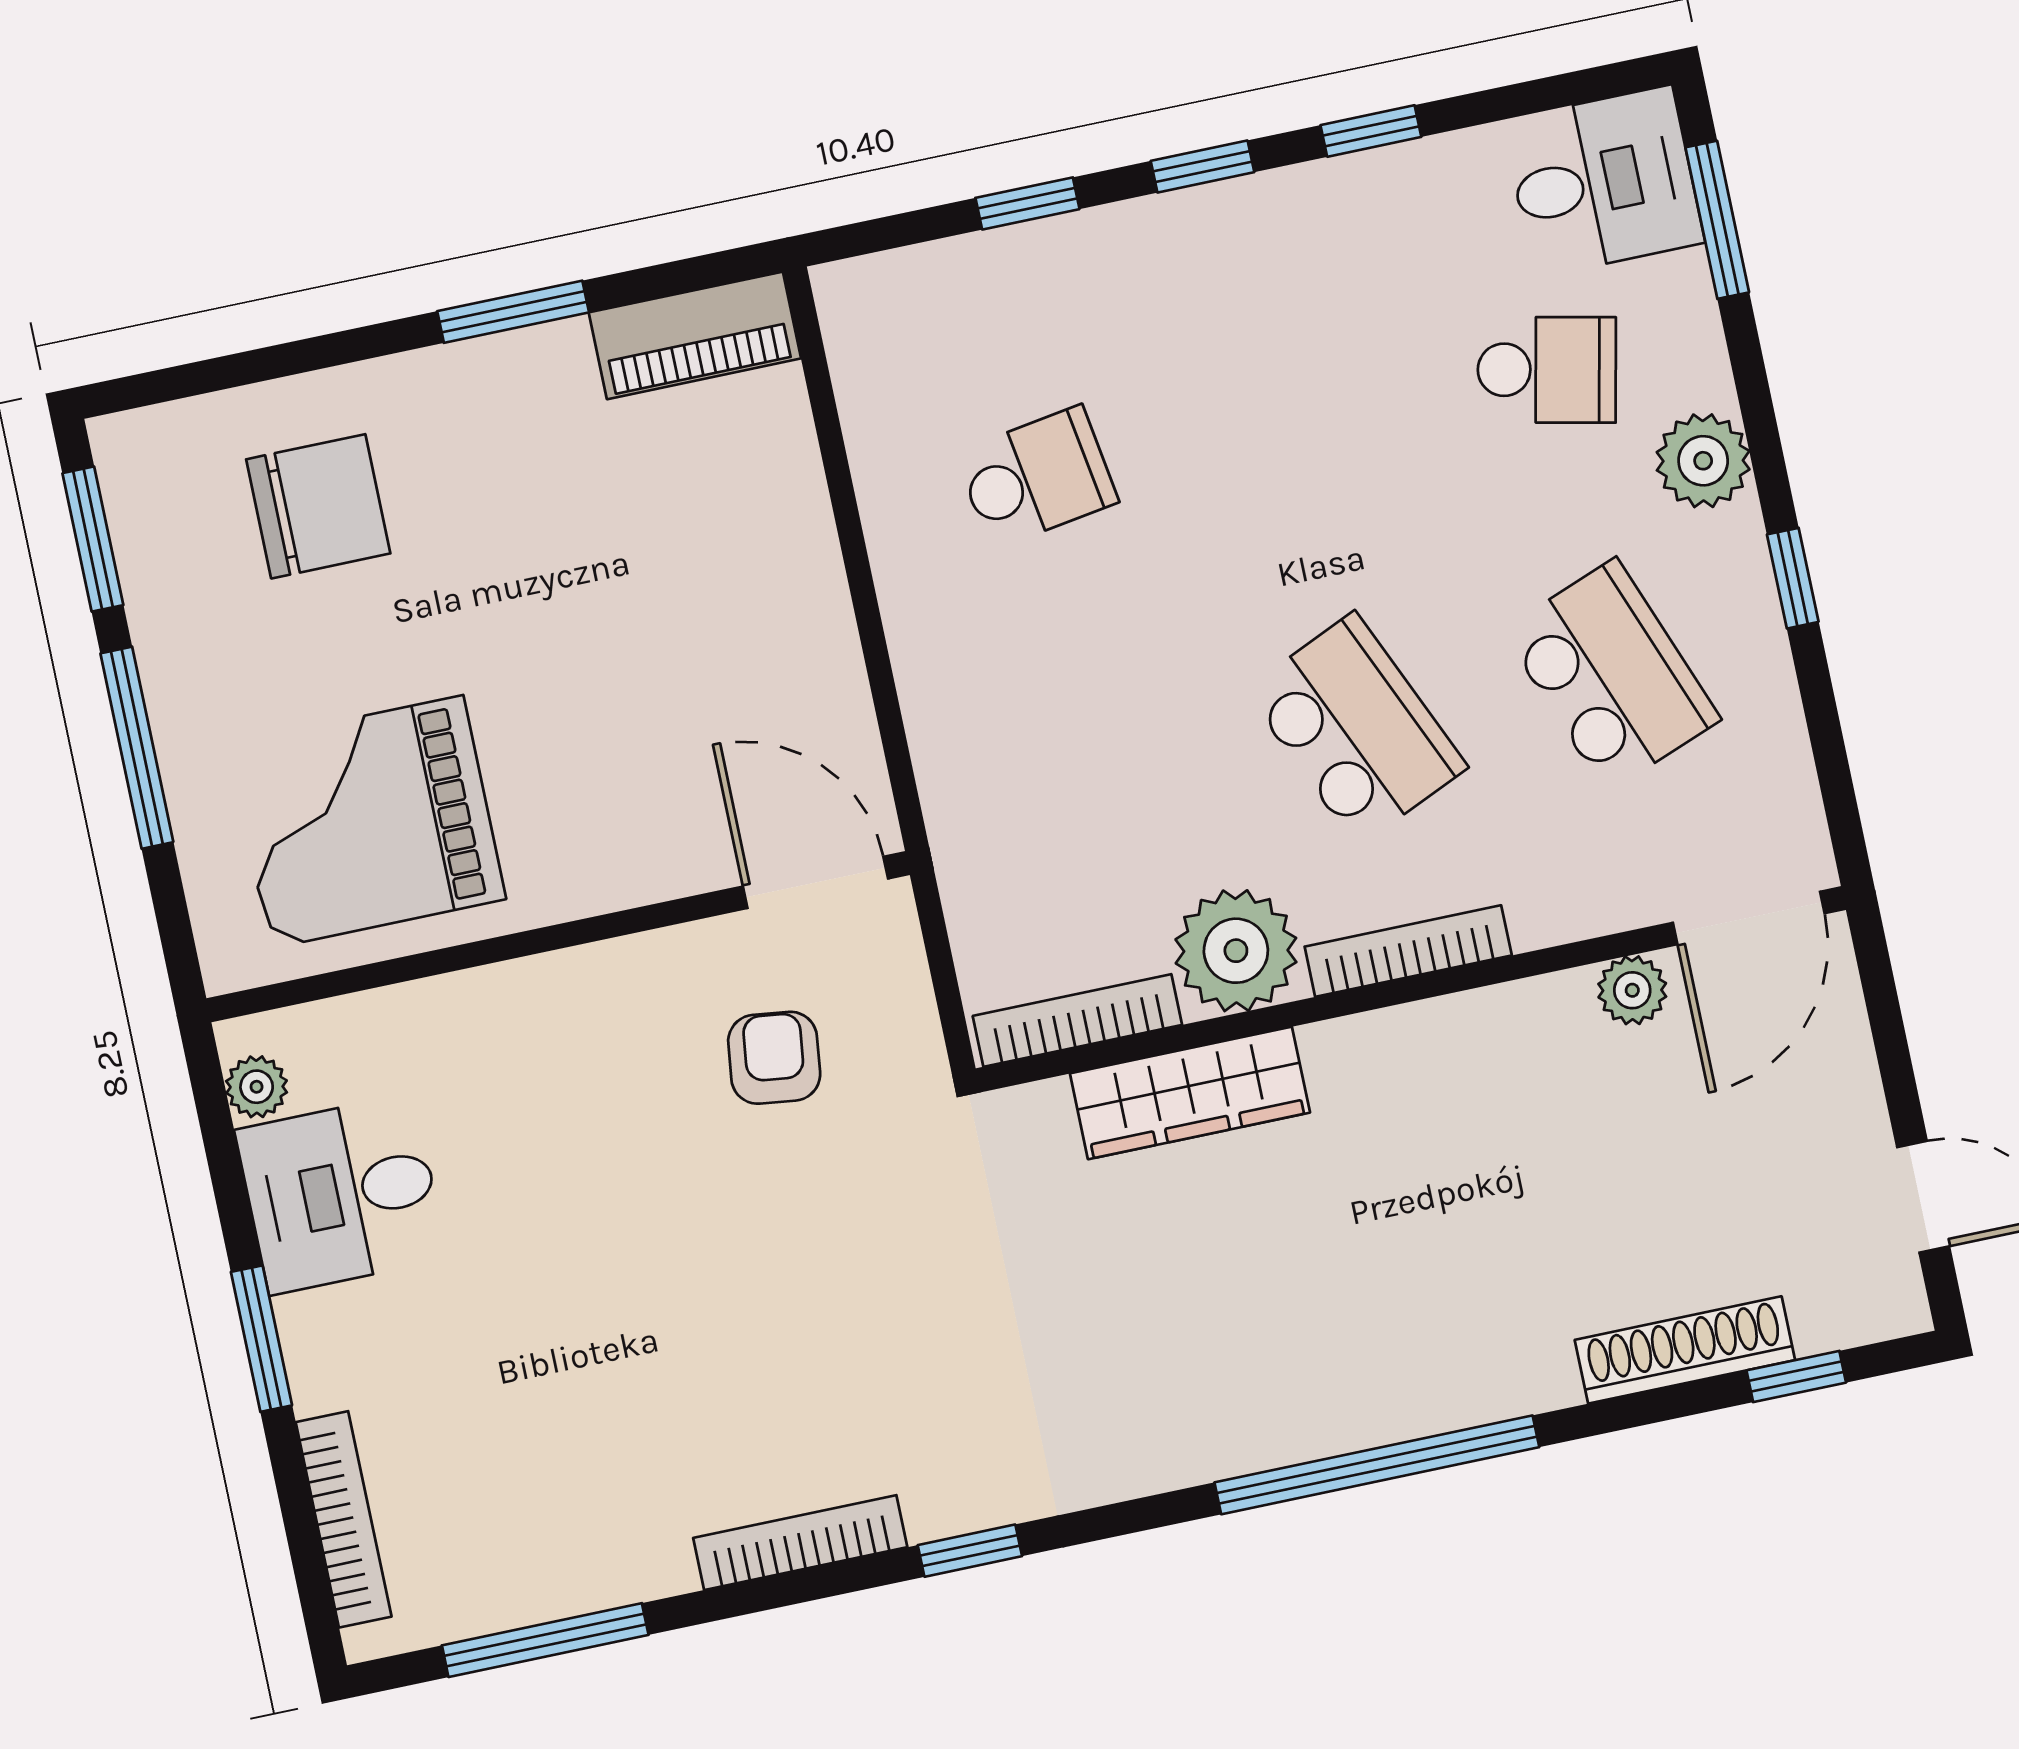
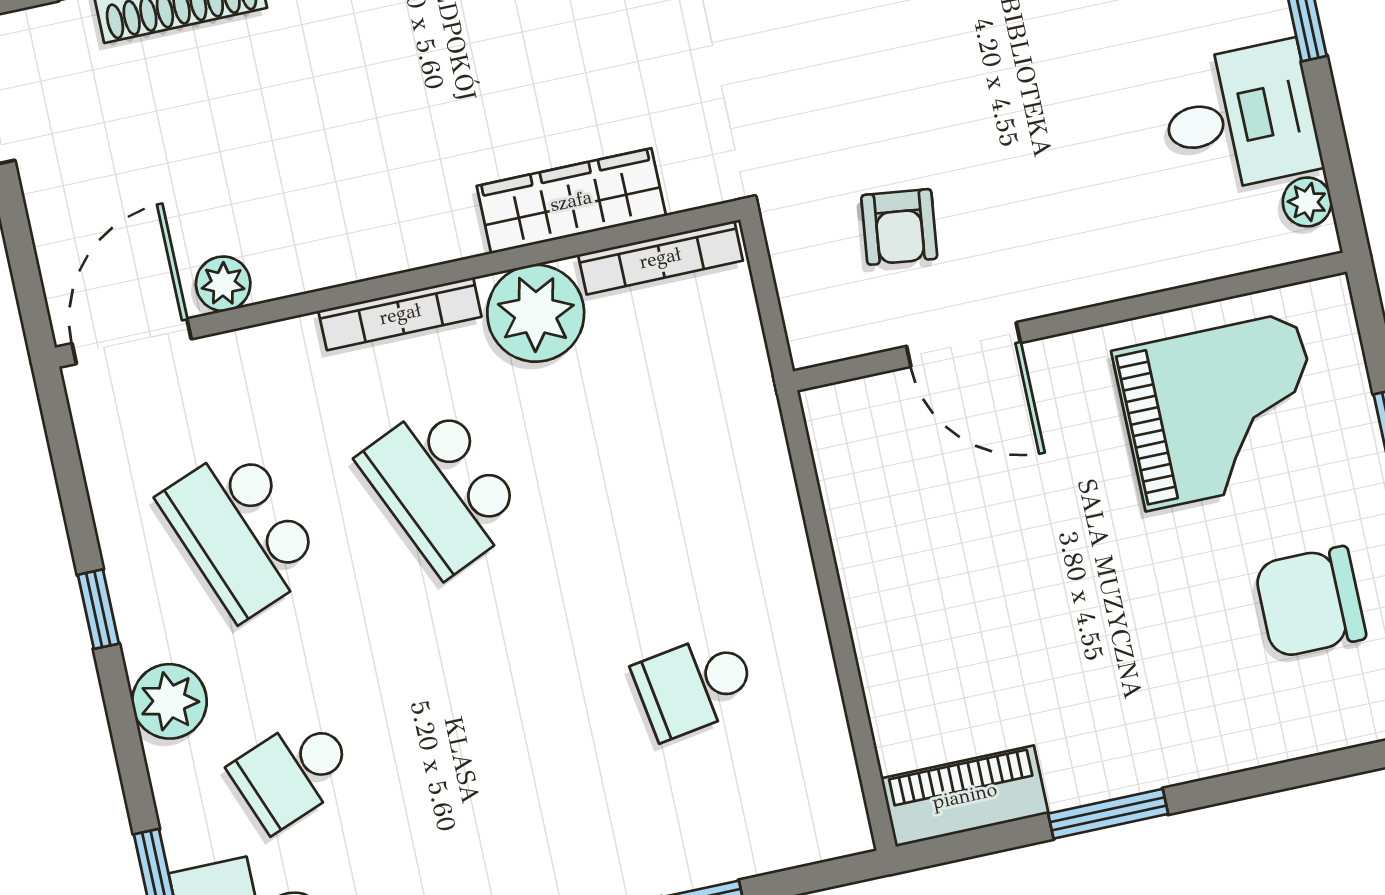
school desk: (1547, 370) -> (293, 772), turned -33
chair: (318, 506) -> (1310, 602), moved
door: (815, 882) -> (964, 345), moved

